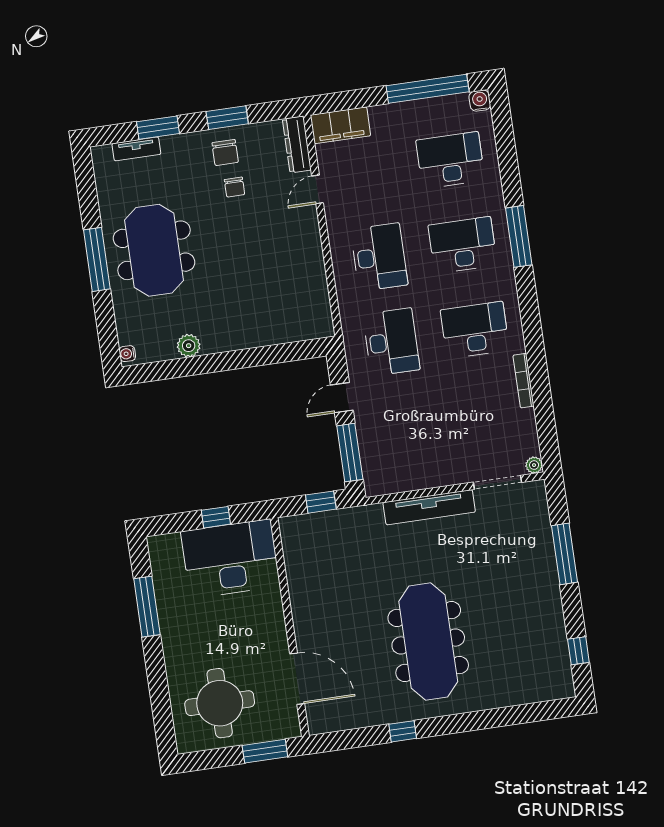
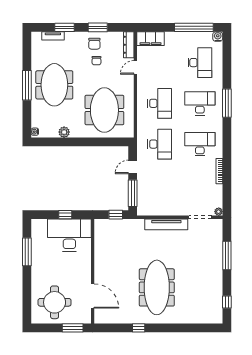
desk: (450, 160) -> (200, 63), turned 90
meeting table: (266, 288) -> (104, 110), added

